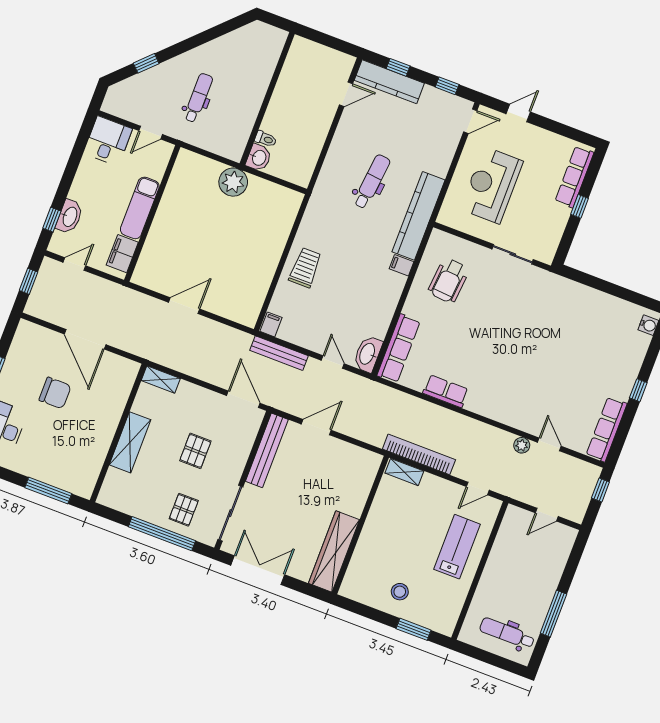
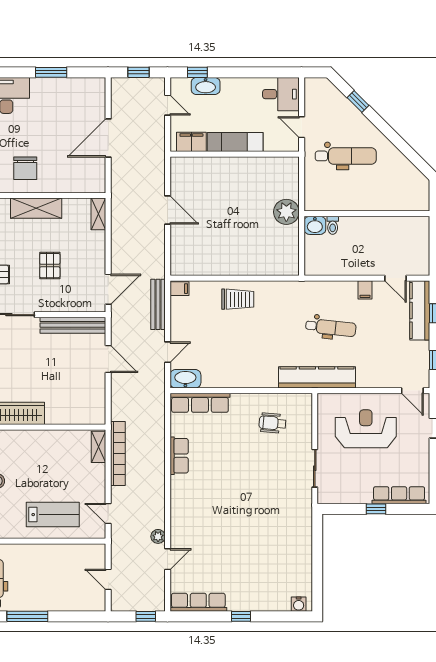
dental chair: (198, 98) -> (346, 156), width x1.36, depth x1.38
filing cabinet: (402, 265) -> (365, 290), moved, turned 180
wheelchair: (449, 281) -> (272, 423), width x0.73, depth x0.73
chair: (55, 393) -> (25, 168), moved
pallet: (195, 451) -> (50, 266), turned 90

